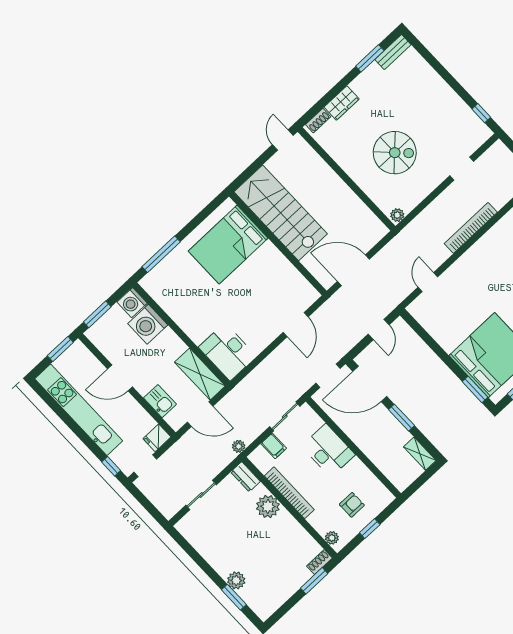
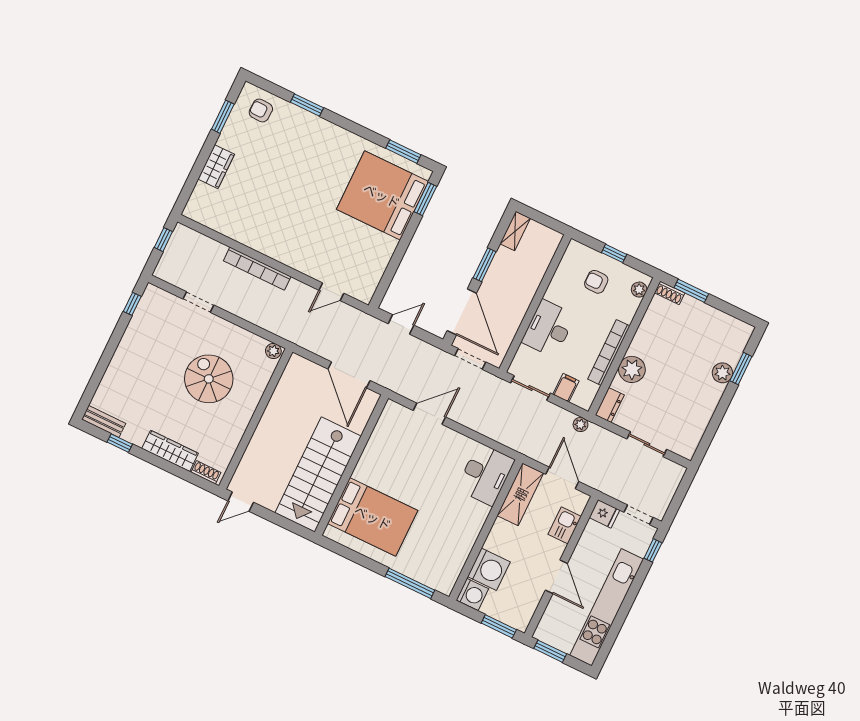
window: (370, 58) -> (120, 443), width x0.67
wardrobe: (342, 103) -> (170, 451), width x1.50

